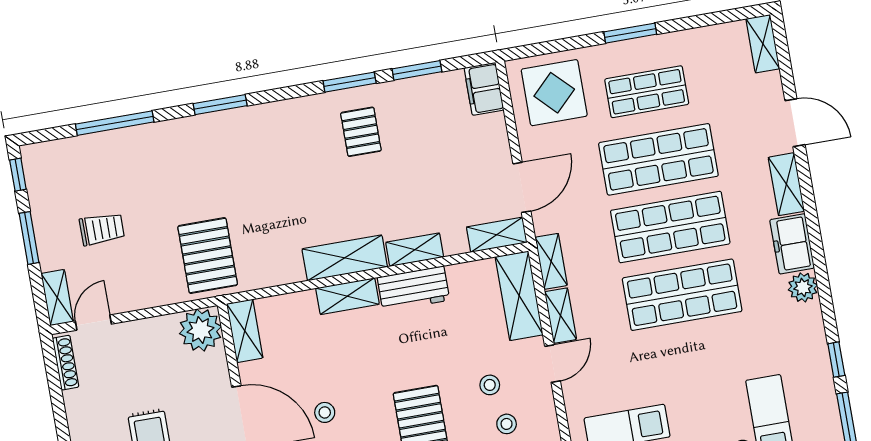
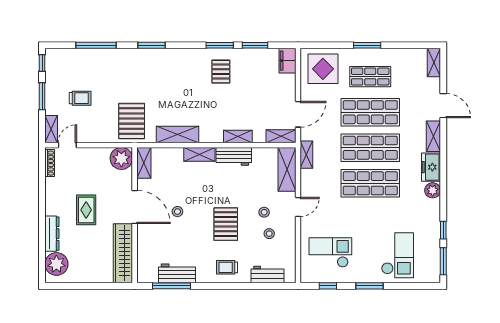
shelving: (345, 258) -> (178, 134), moved
shelving: (560, 316) -> (306, 183), removed

